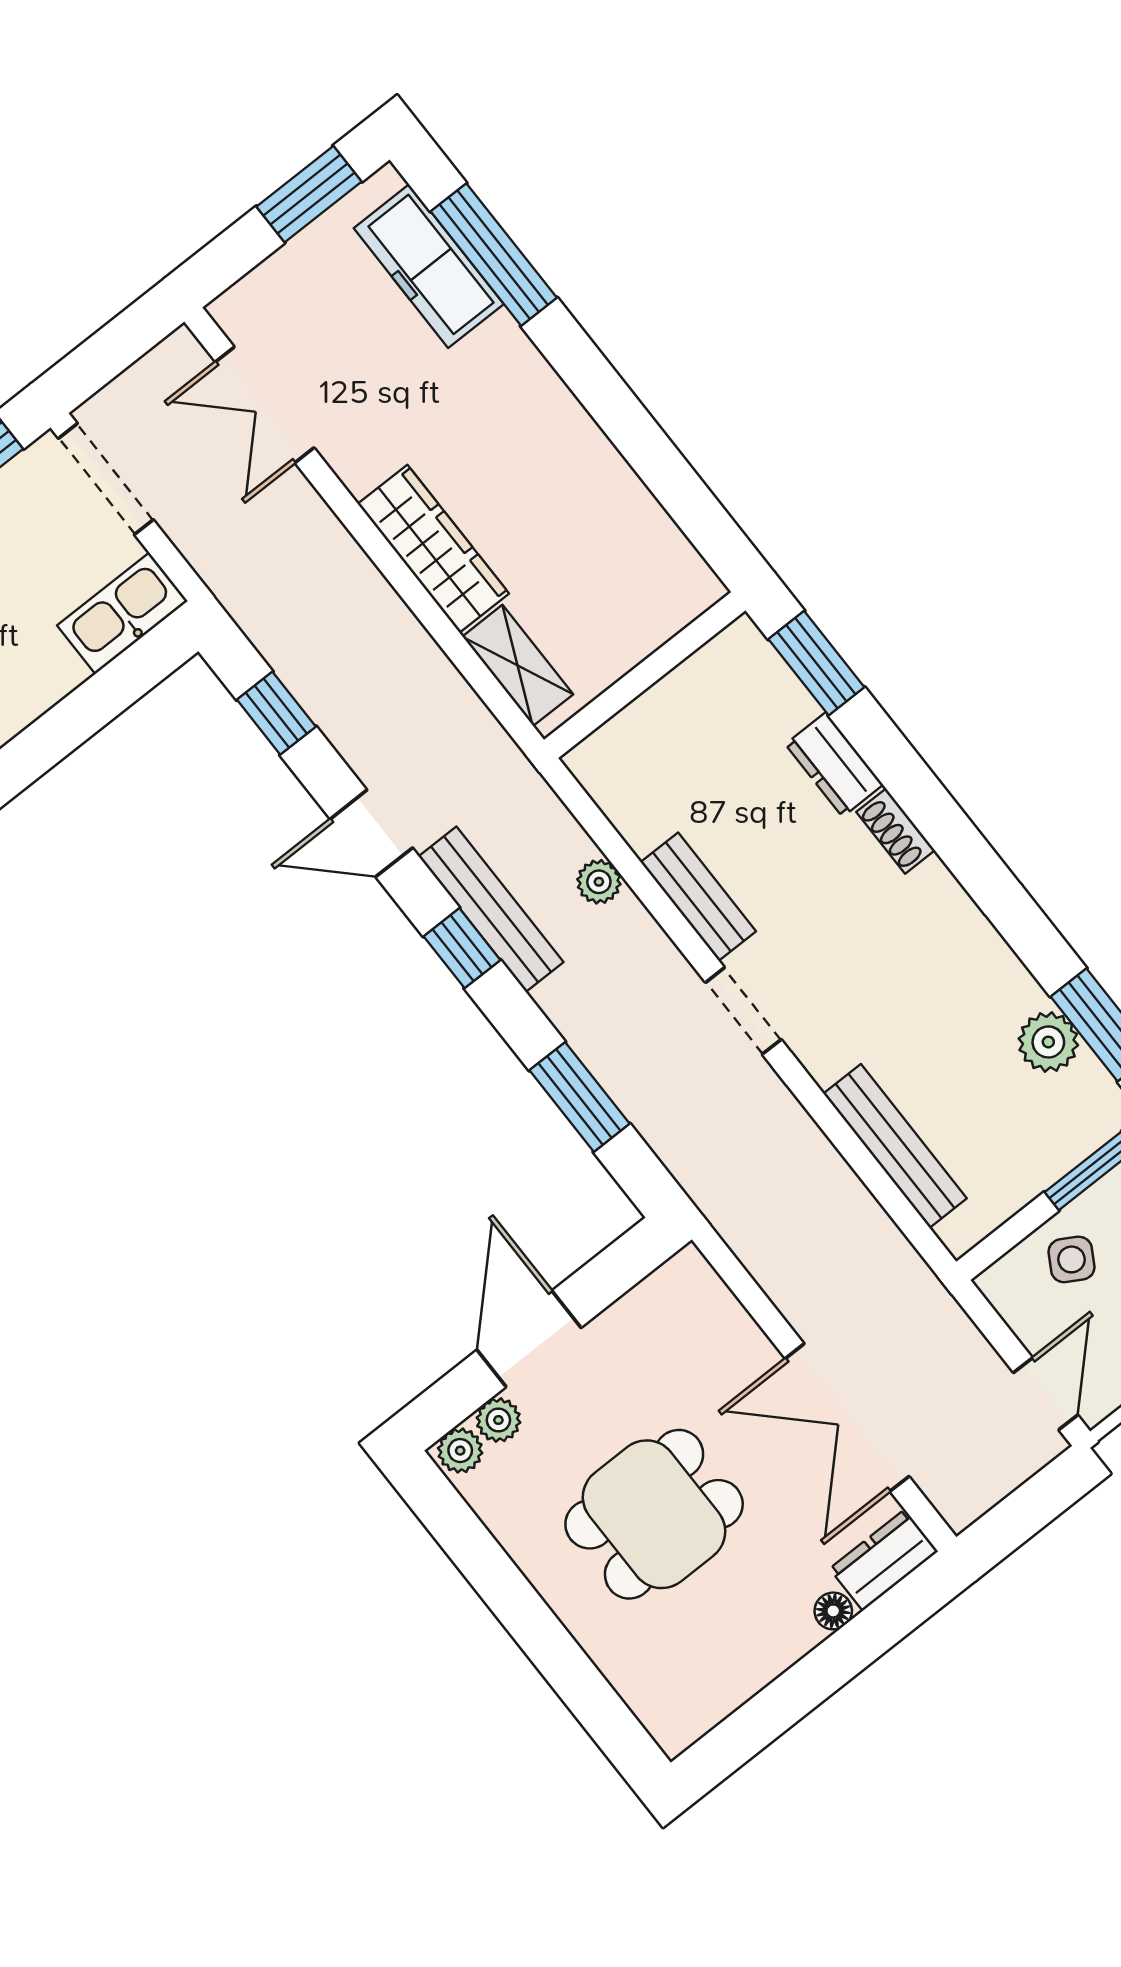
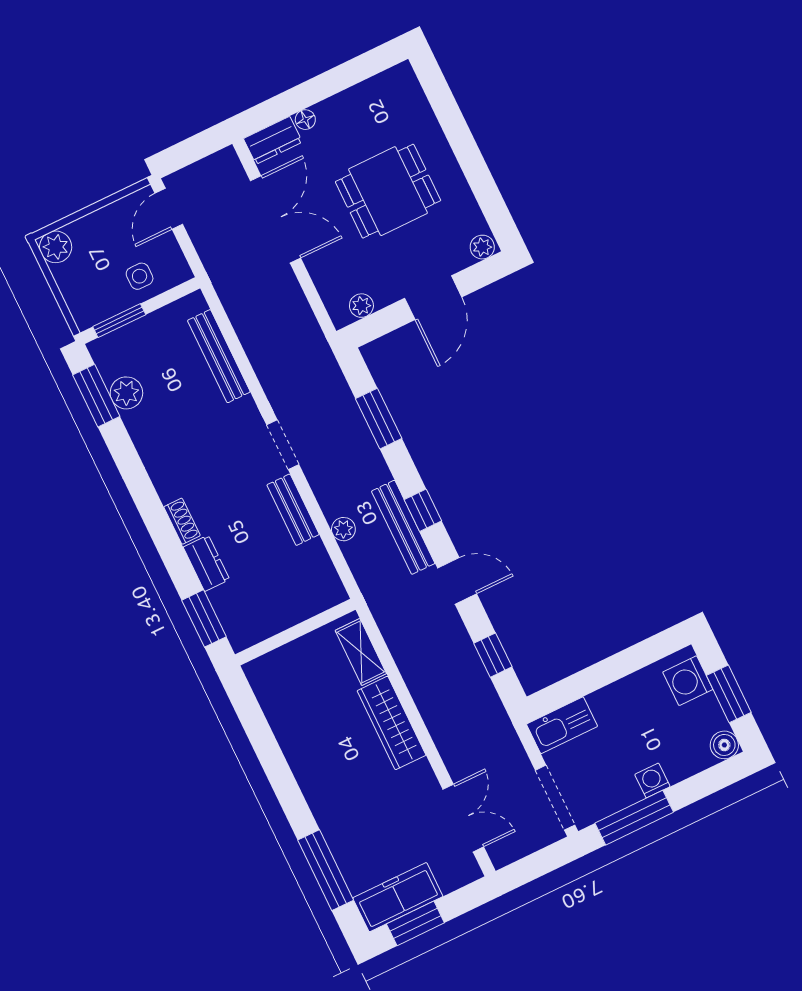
freezer: (429, 266) -> (398, 897), moved, turned -90
side table: (1071, 1259) -> (140, 276), turned -30
plant: (498, 1420) -> (361, 306), moved

